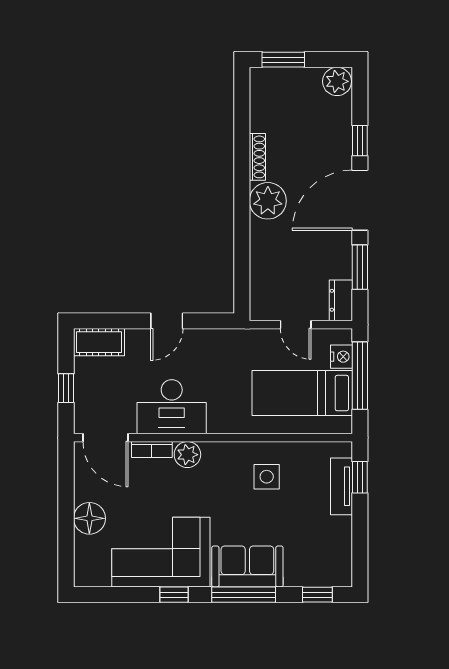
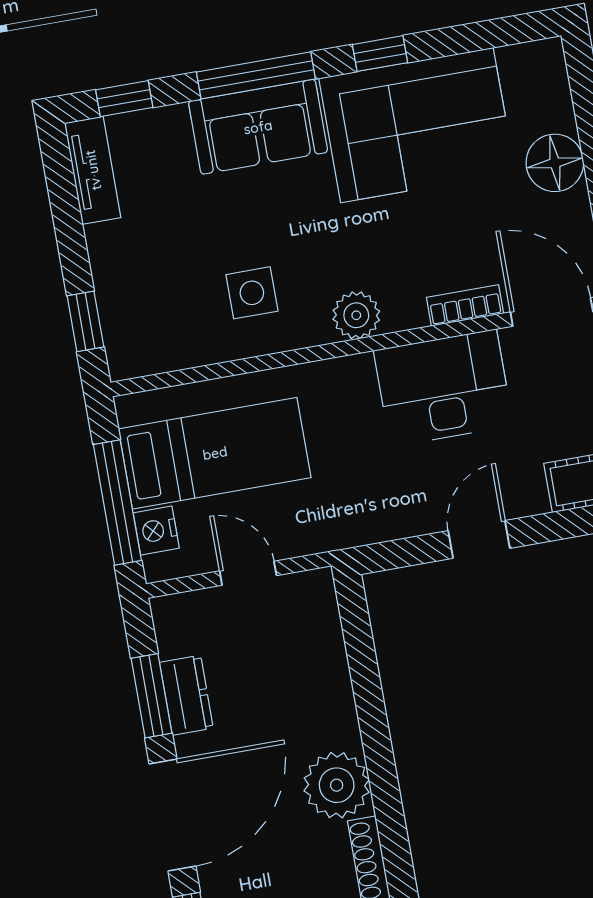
dresser: (341, 300) -> (186, 695), moved
plant: (187, 455) -> (356, 315), moved
tv unit: (342, 486) -> (93, 170), moved

